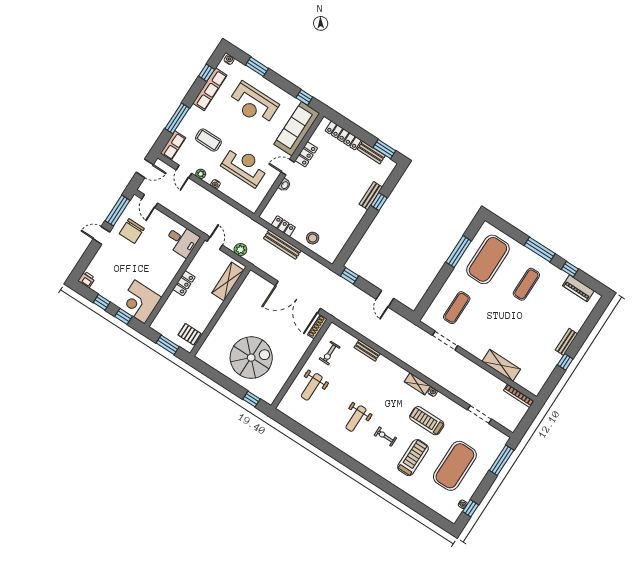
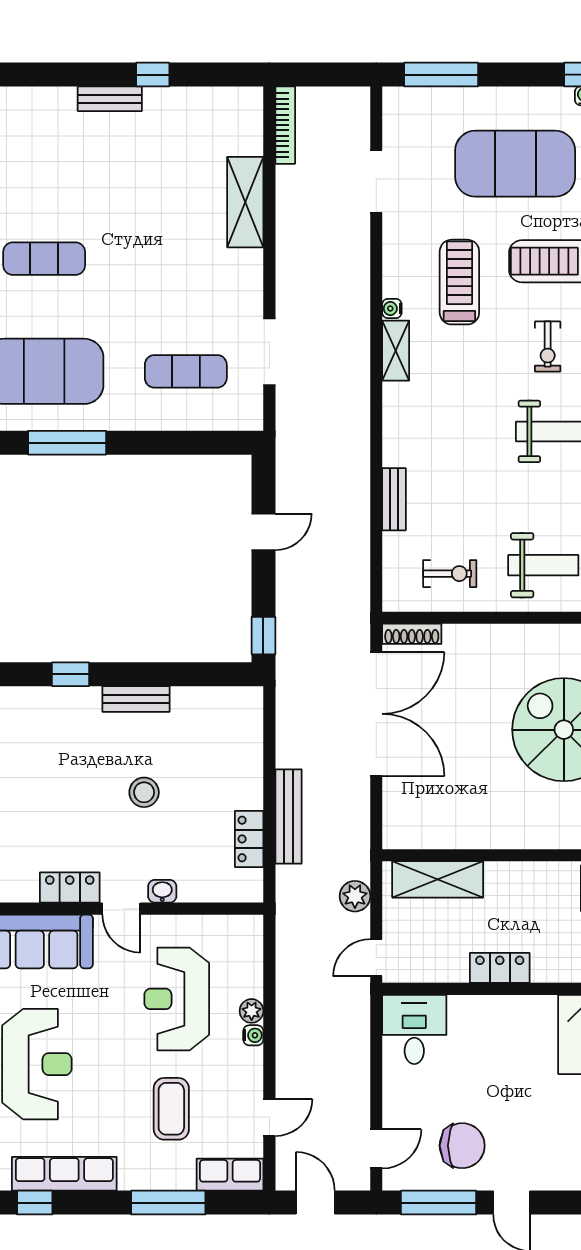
plant: (201, 174) -> (252, 1011), moved
bench: (371, 196) -> (136, 699), moved
stool: (313, 238) -> (144, 792), moved
treadmill: (427, 421) -> (459, 282), turned 180

